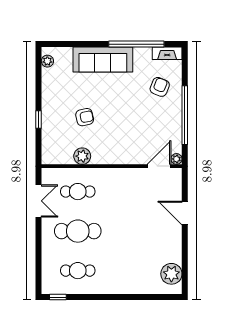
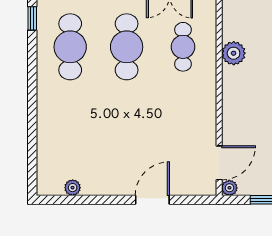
door: (159, 166) -> (219, 163), hinge flipped
cafe table: (78, 271) -> (70, 47), width x1.37, depth x1.35
plant: (171, 274) -> (73, 188), width x0.53, depth x0.53

